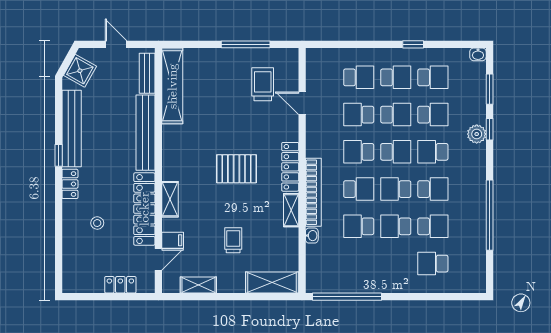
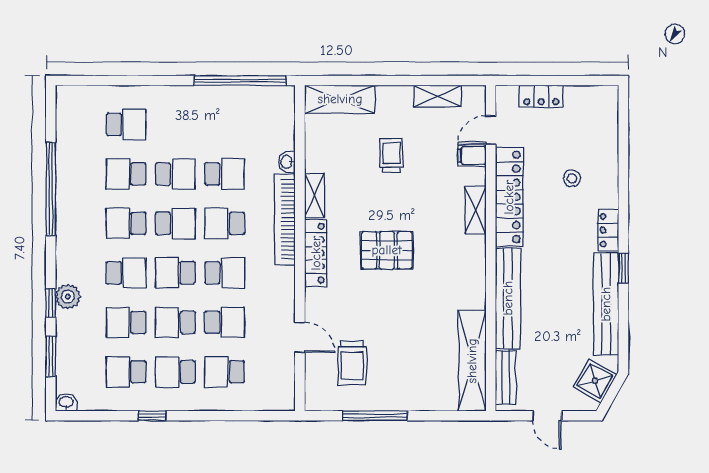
trolley: (233, 240) -> (391, 155), turned 180

